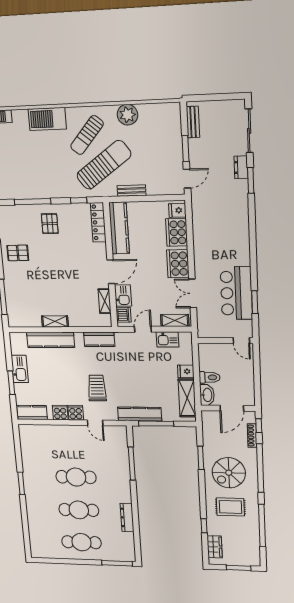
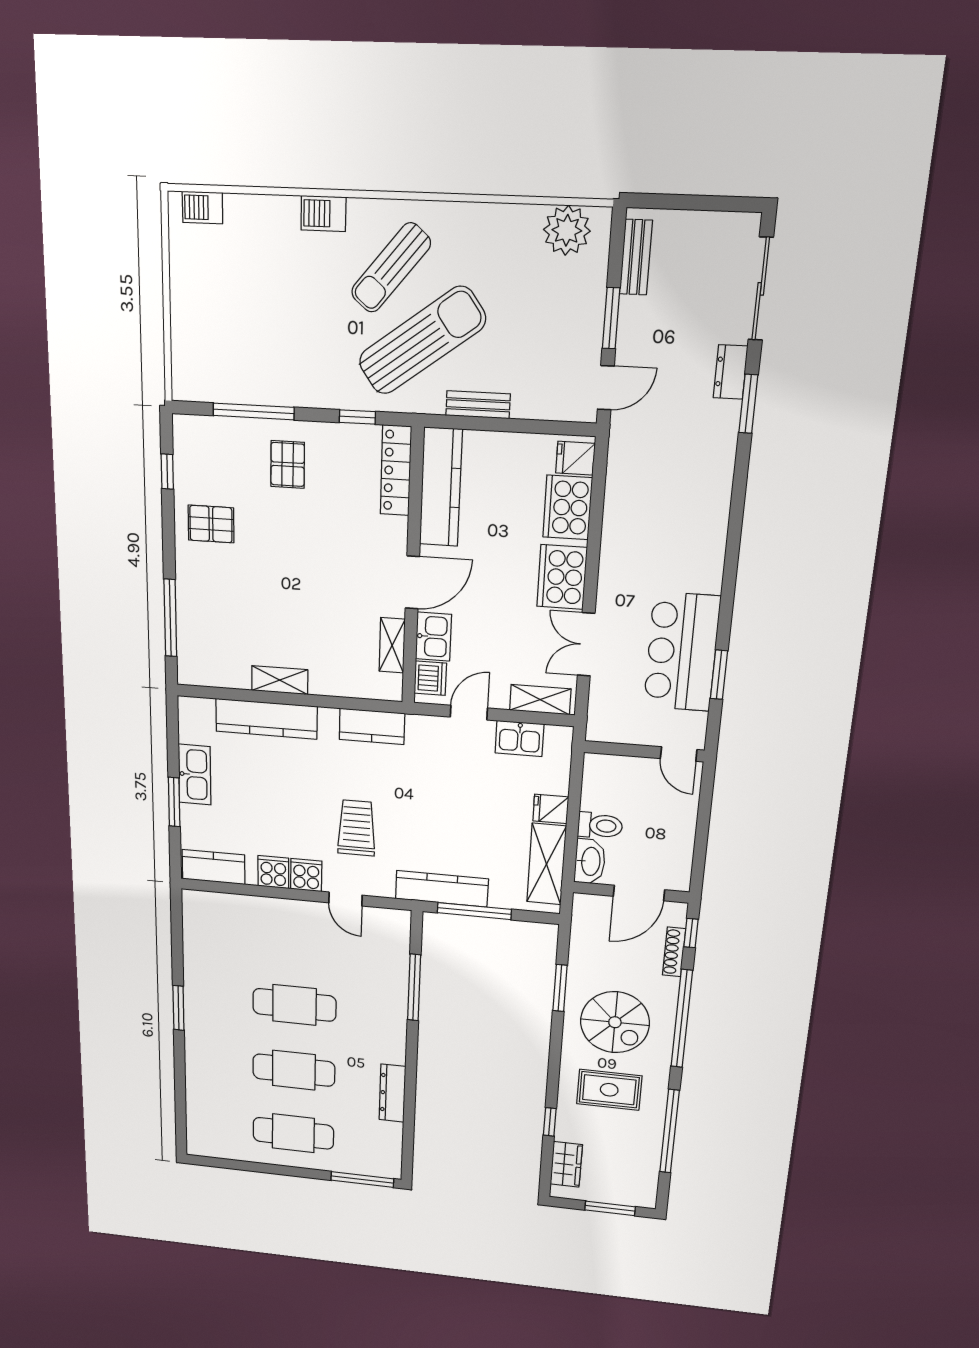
plant: (127, 115) -> (567, 230), moved
barbecue: (47, 119) -> (323, 214), width x0.53, depth x0.65
spiral stairs: (229, 473) -> (615, 1022), turned -90

